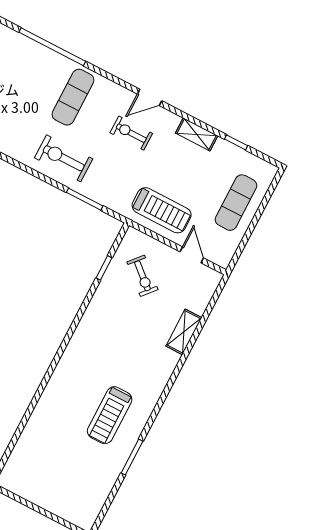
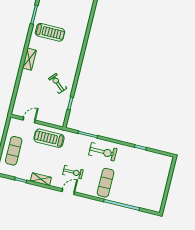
door: (192, 255) -> (29, 120), swing flipped
exercise bike: (142, 276) -> (58, 83), moved
shelving: (184, 332) -> (29, 59), moved
treadmill: (110, 415) -> (50, 32), turned 90

